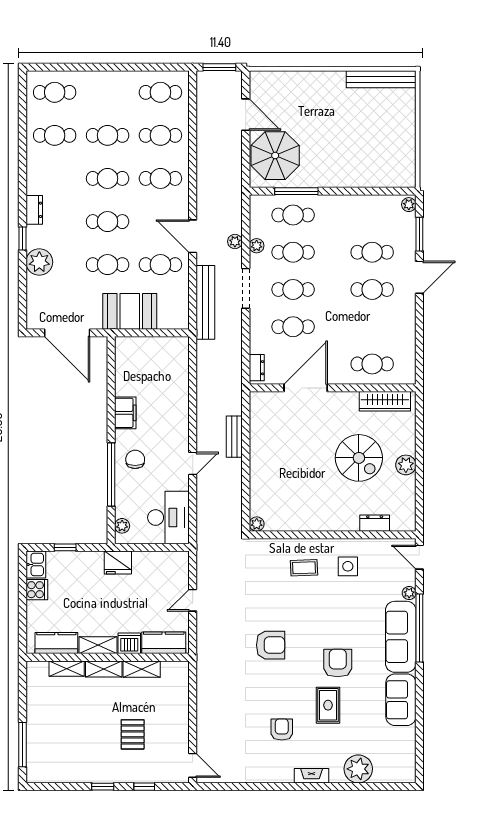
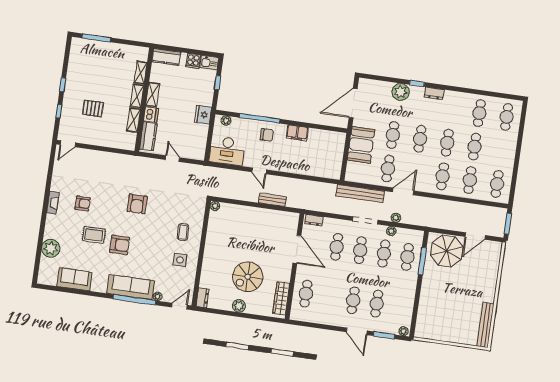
dresser: (375, 523) -> (203, 298), moved
kitchen counter: (56, 643) -> (166, 57), moved, turned 90
sofa: (401, 700) -> (74, 279), moved
fireplace: (312, 776) -> (53, 203), moved

